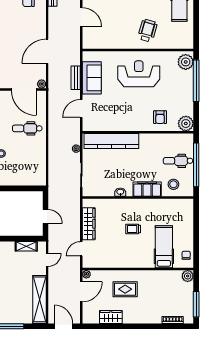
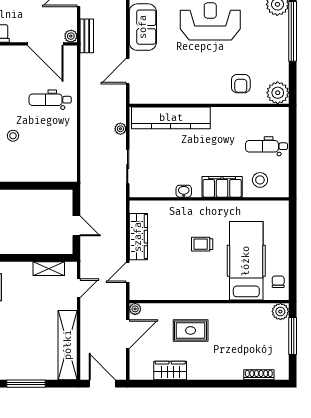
bench: (76, 78) -> (87, 36), moved
window: (196, 165) -> (293, 152), removed
hospital bed: (164, 247) -> (246, 261), width x1.37, depth x1.29
window: (196, 304) -> (293, 336), moved

